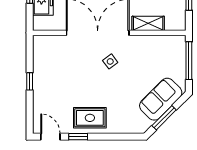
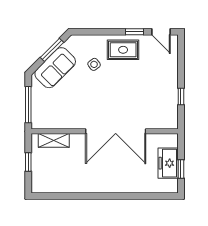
shelving: (148, 23) -> (54, 140), moved
side table: (110, 61) -> (94, 64), moved
window: (30, 81) -> (181, 97), moved

